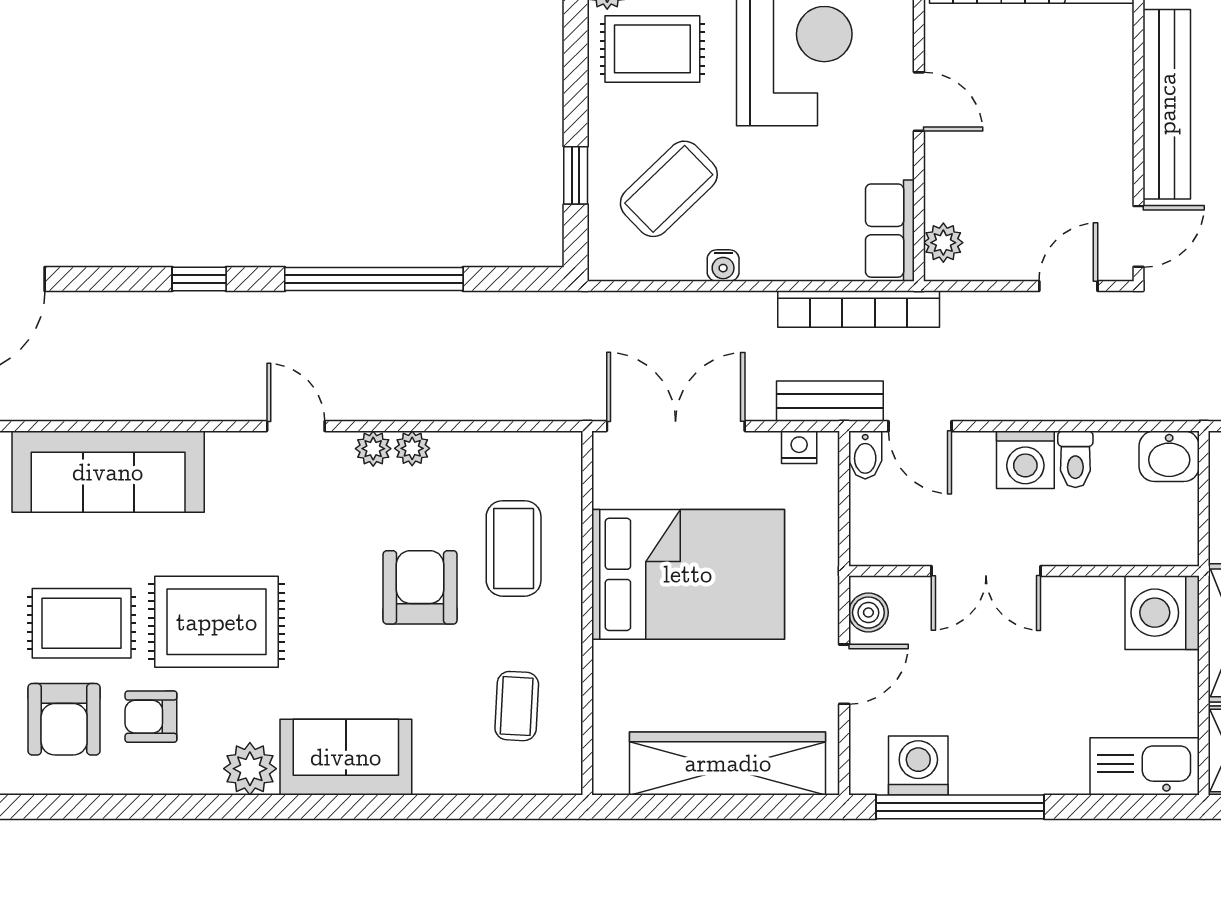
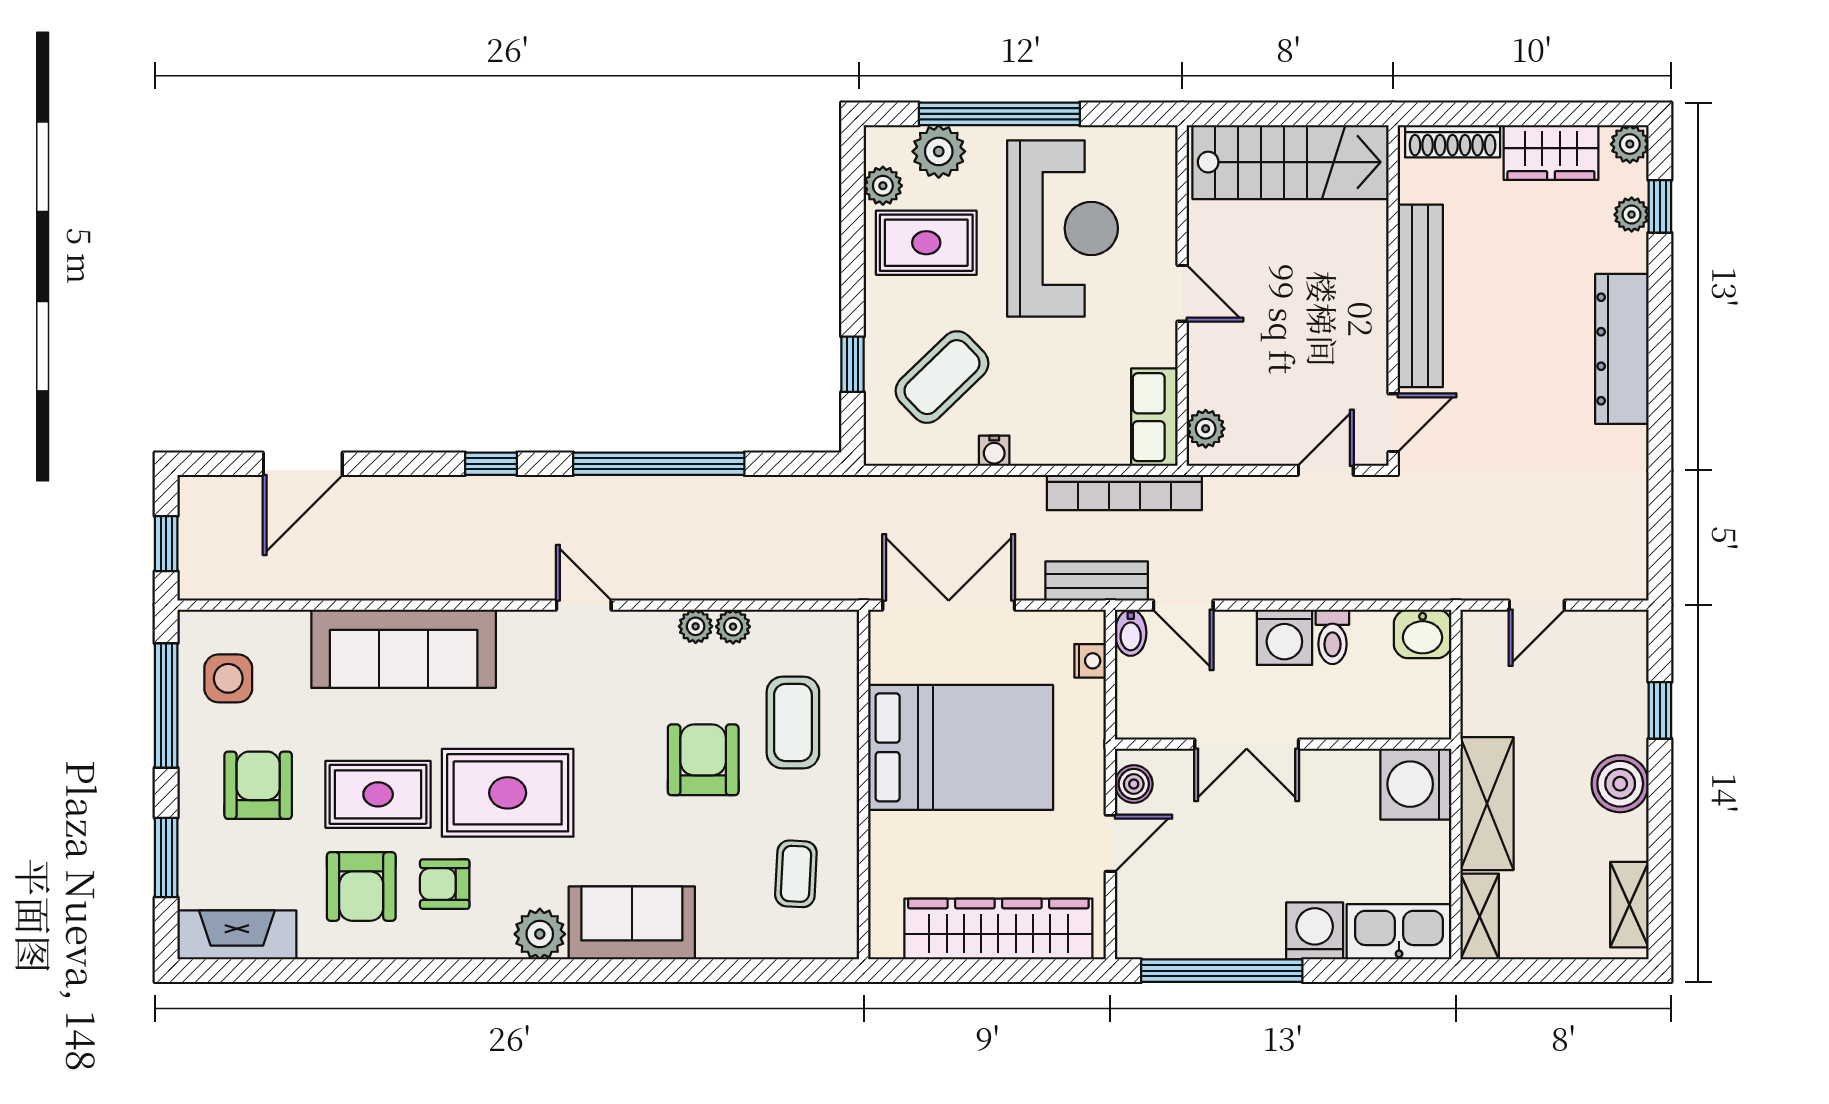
nightstand: (799, 447) -> (1090, 661), moved, turned 90
plant: (373, 449) -> (733, 627), moved
washing machine: (918, 766) -> (1315, 931), moved

